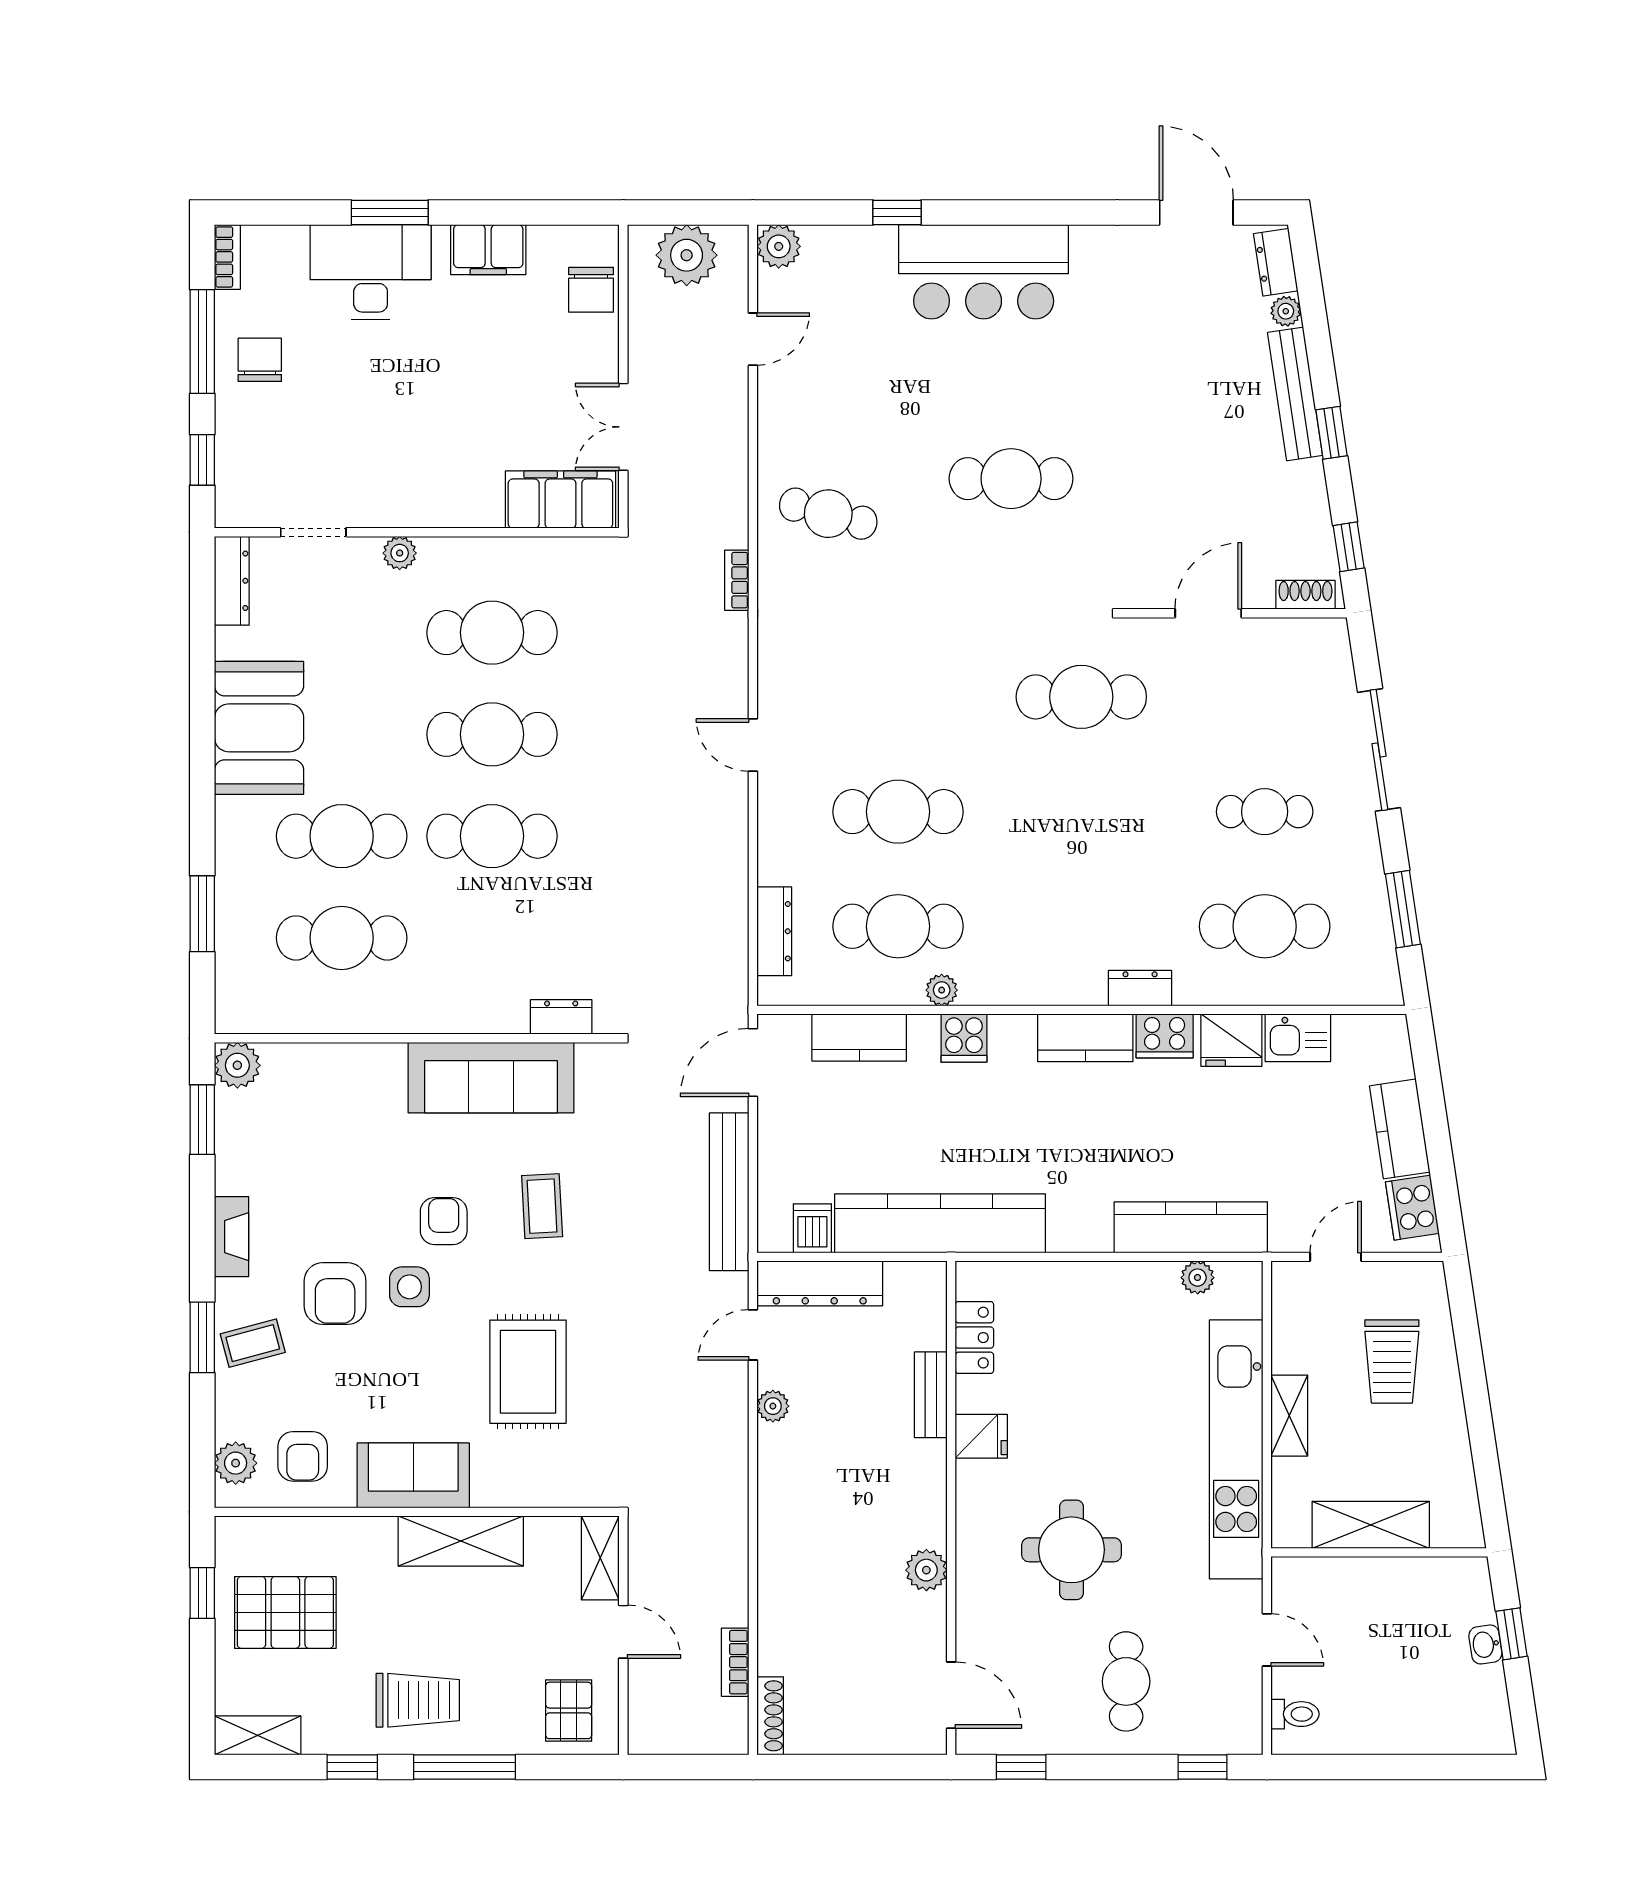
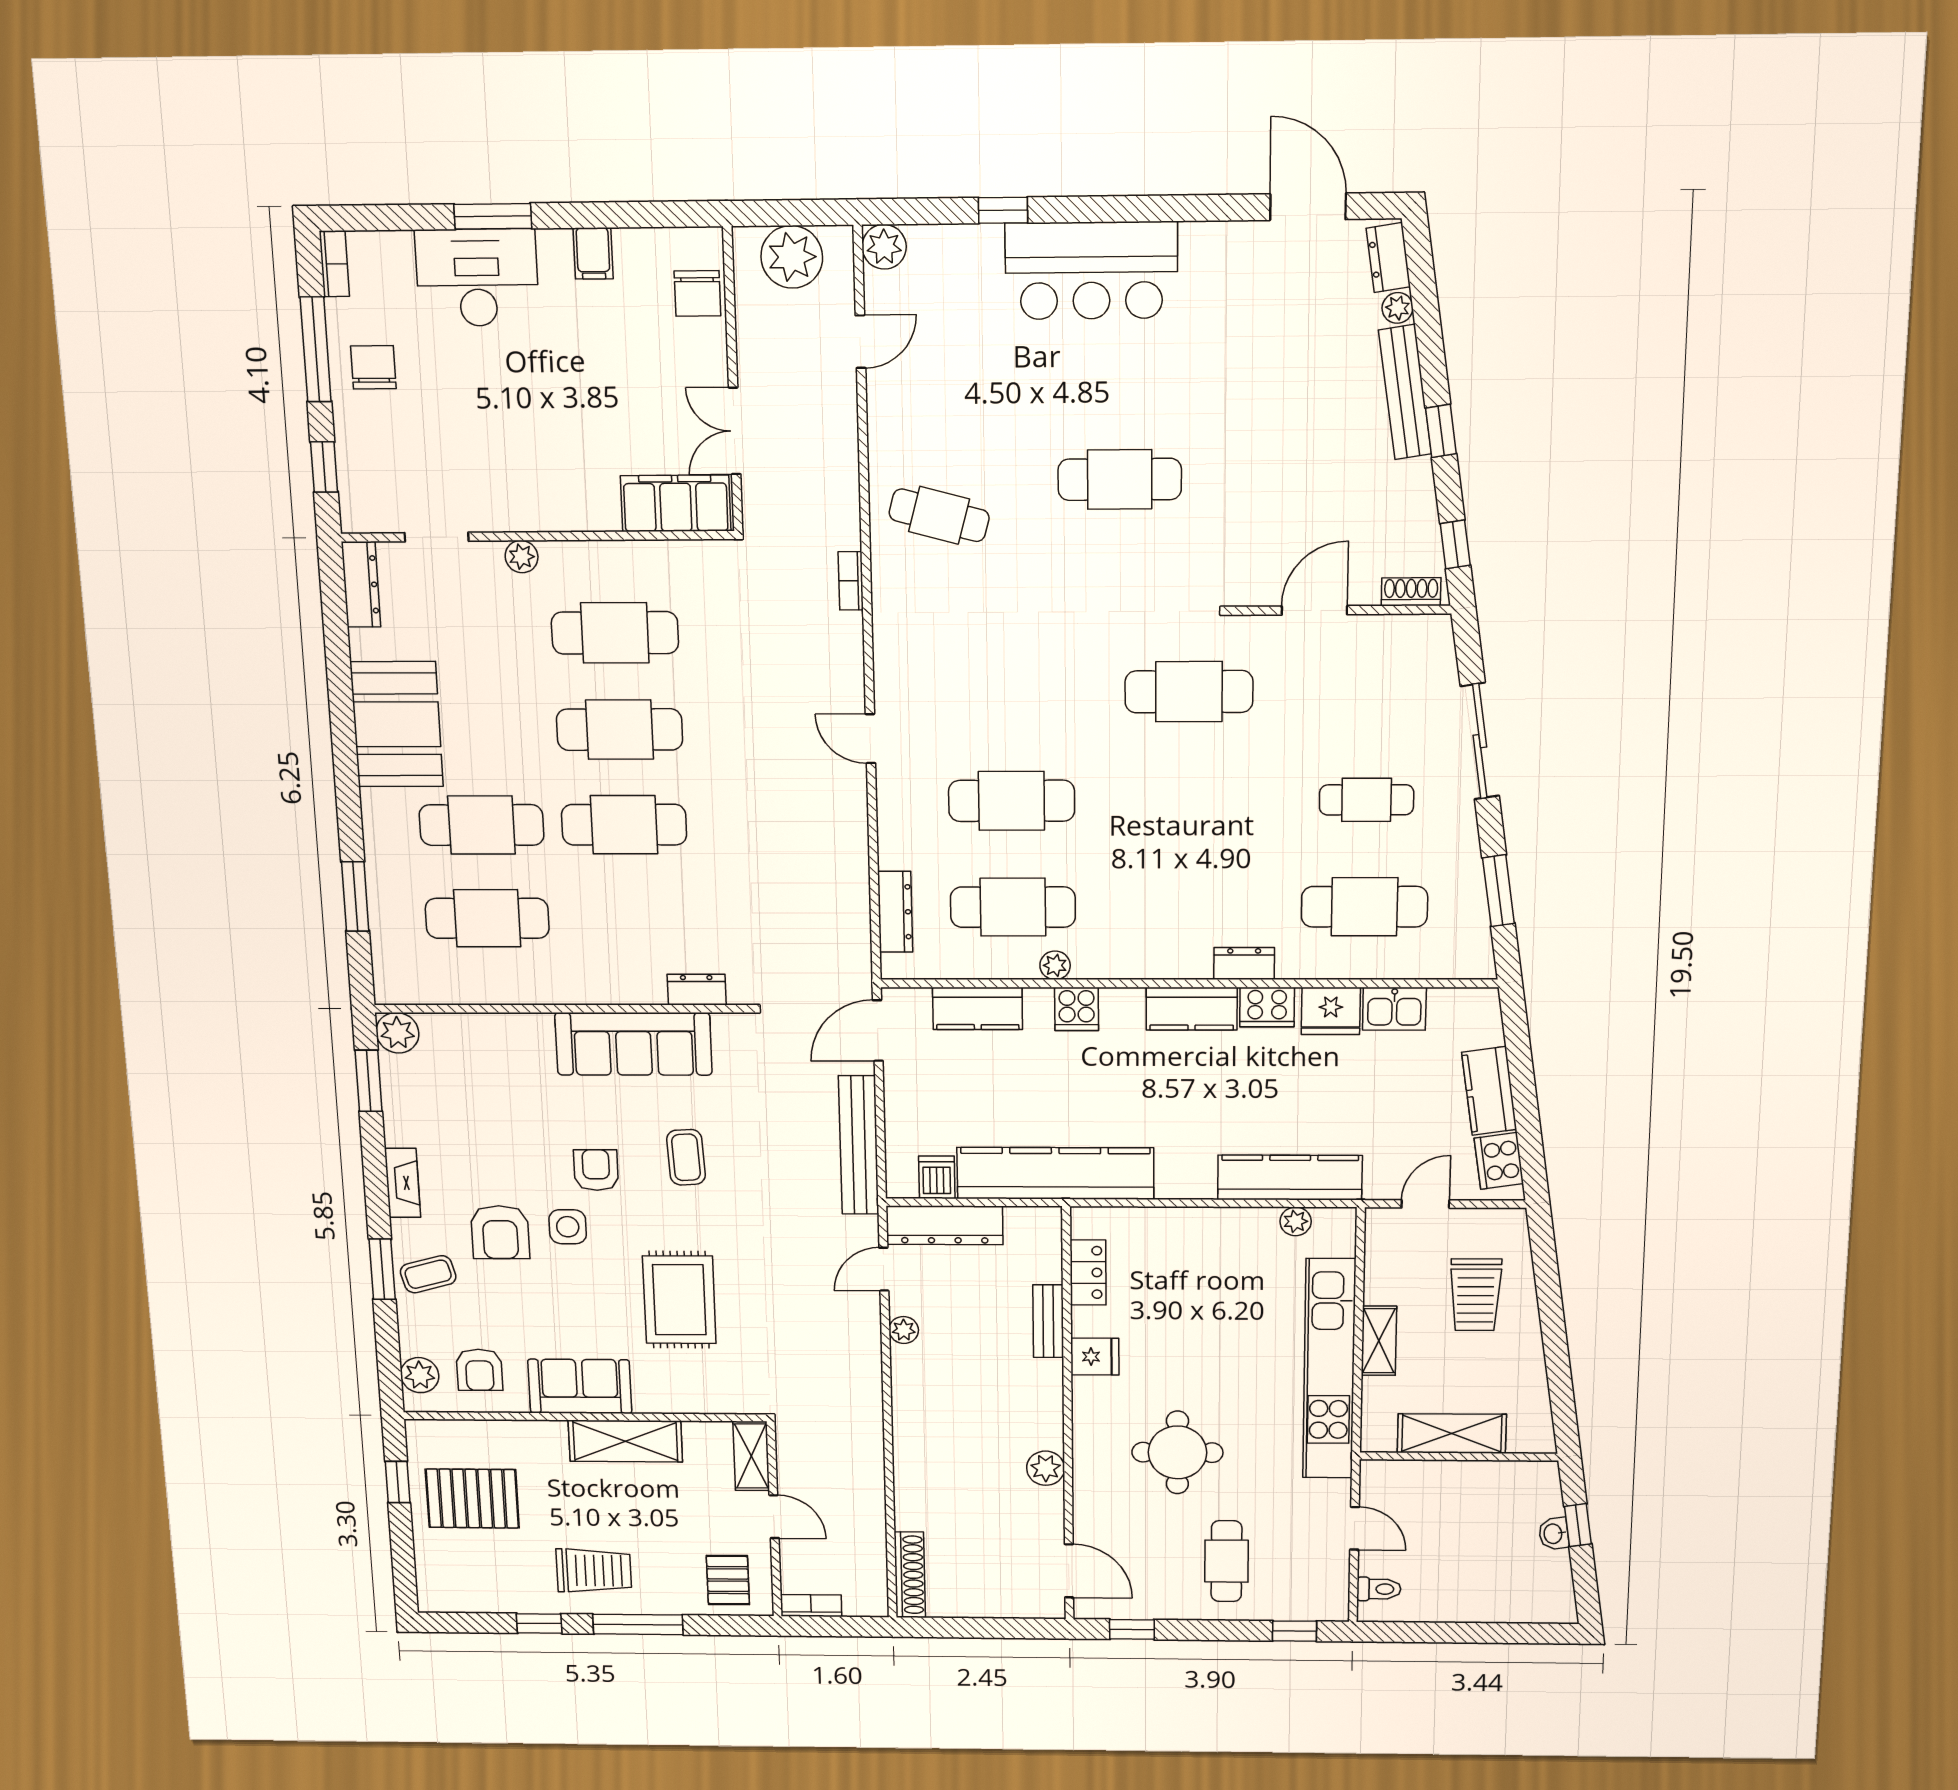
filing cabinet: (488, 250) -> (593, 253), width x0.50
bookcase: (735, 1662) -> (811, 1606), moved, turned 90
shoe rack: (770, 1716) -> (910, 1575), width x1.36, depth x1.24
shelving: (258, 1735) -> (454, 1597), removed

